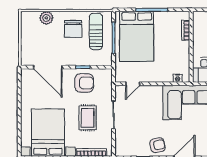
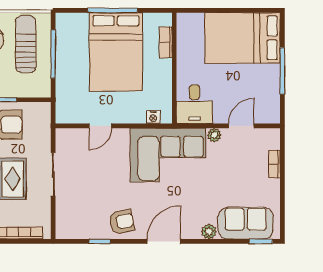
bed: (137, 36) -> (116, 52), moved
door: (133, 84) -> (100, 126), moved

